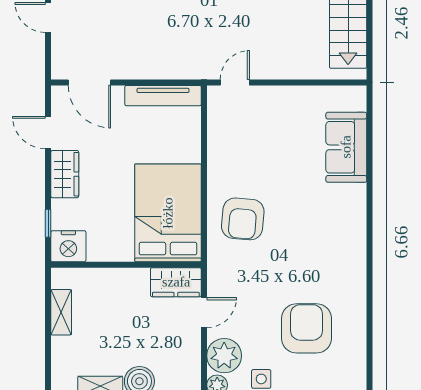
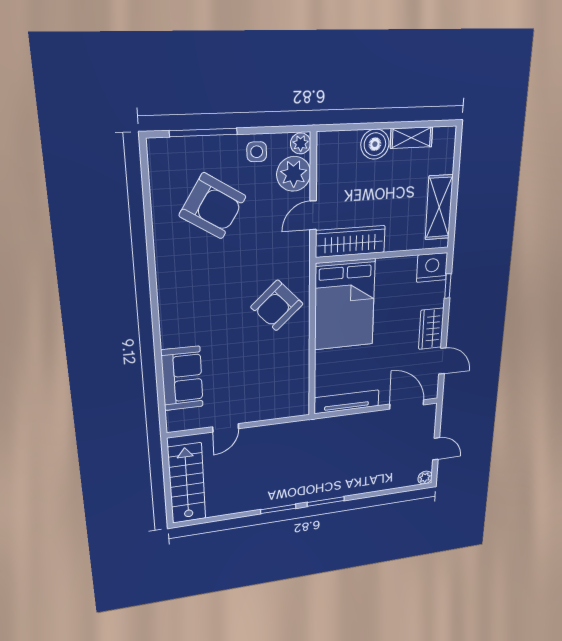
door: (235, 82) -> (226, 428), moved
armchair: (243, 219) -> (277, 305), turned -138
wardrobe: (176, 282) -> (350, 241), width x1.50
shelving: (61, 312) -> (439, 207), width x1.50, depth x1.33
armchair: (307, 328) -> (213, 206), turned -58

